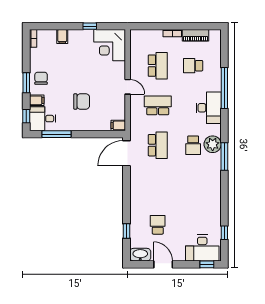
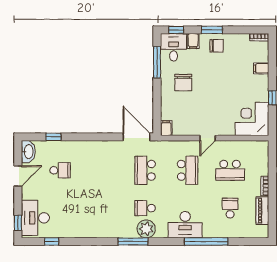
chair: (82, 101) -> (183, 83), moved
school desk: (158, 145) -> (145, 170), turned 90

